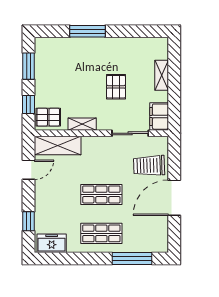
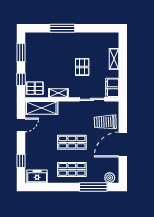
plant: (155, 245) -> (110, 178), added

